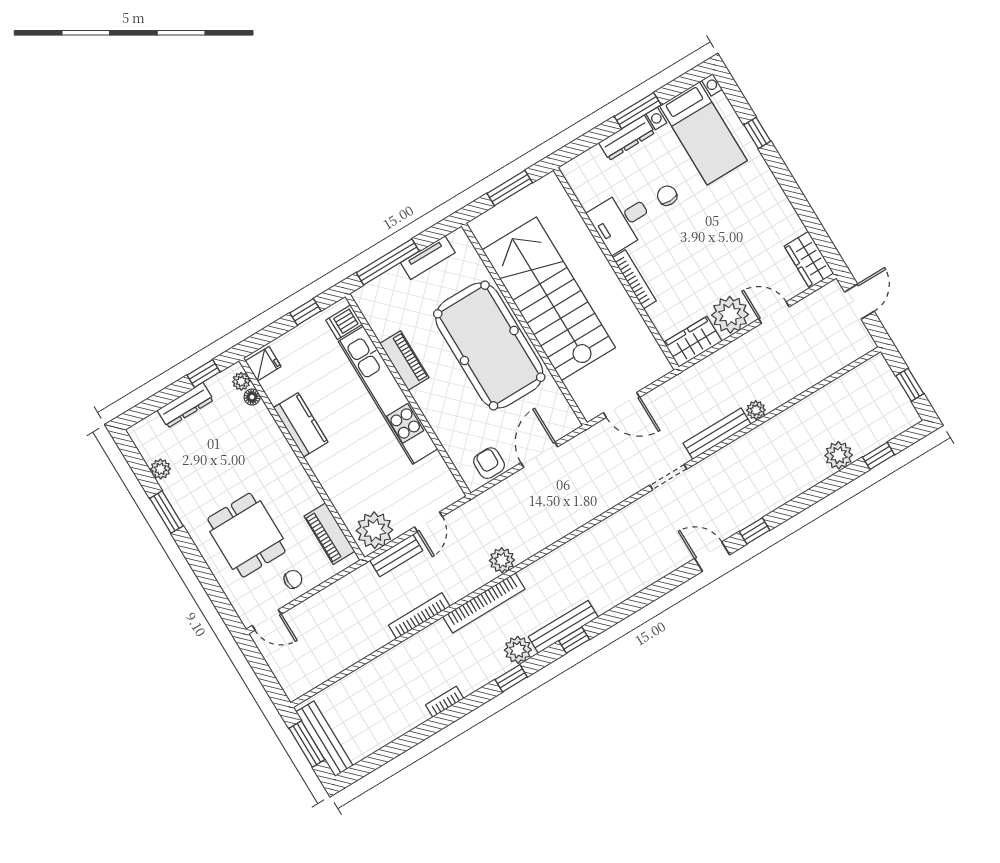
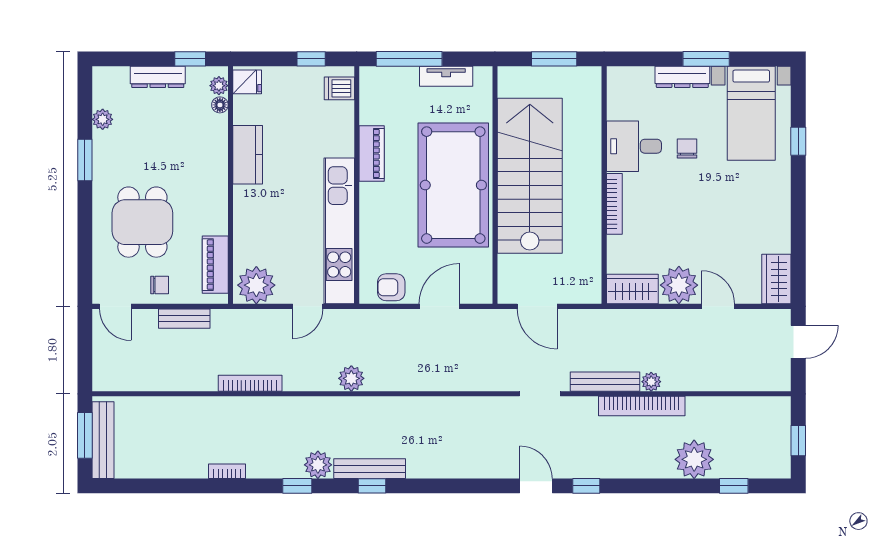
kitchen unit: (388, 395) -> (339, 231), moved
plant: (839, 455) -> (694, 459), width x1.36, depth x1.36
armchair: (489, 463) -> (391, 287), turned -90
bench: (396, 555) -> (184, 319), moved
bookcase: (484, 603) -> (642, 406), moved

